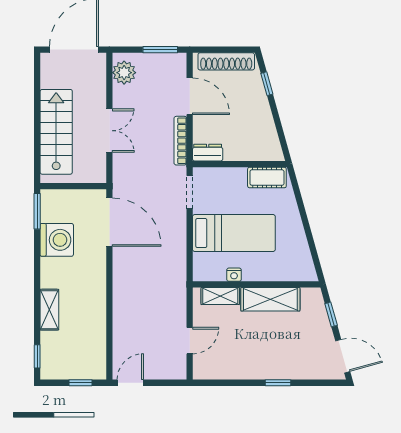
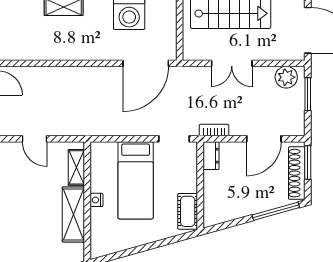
window: (160, 50) -> (308, 94), moved
window: (215, 50) -> (308, 162), added
window: (267, 84) -> (276, 211), width x2.17
bookcase: (180, 141) -> (214, 130), width x0.64
nightstand: (234, 275) -> (96, 200), moved

